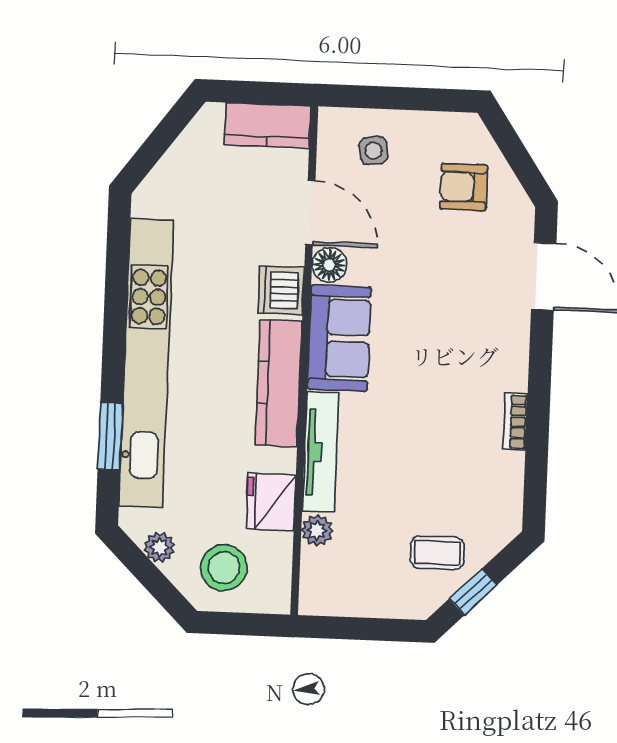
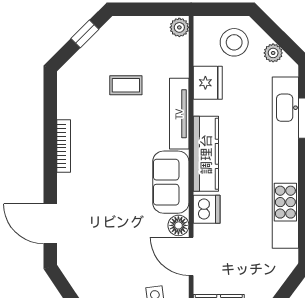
armchair: (464, 187) -> (100, 275), removed
bookcase: (515, 422) -> (64, 146), width x1.56
plant: (317, 530) -> (179, 27), moved
coffee table: (437, 553) -> (126, 85), moved

